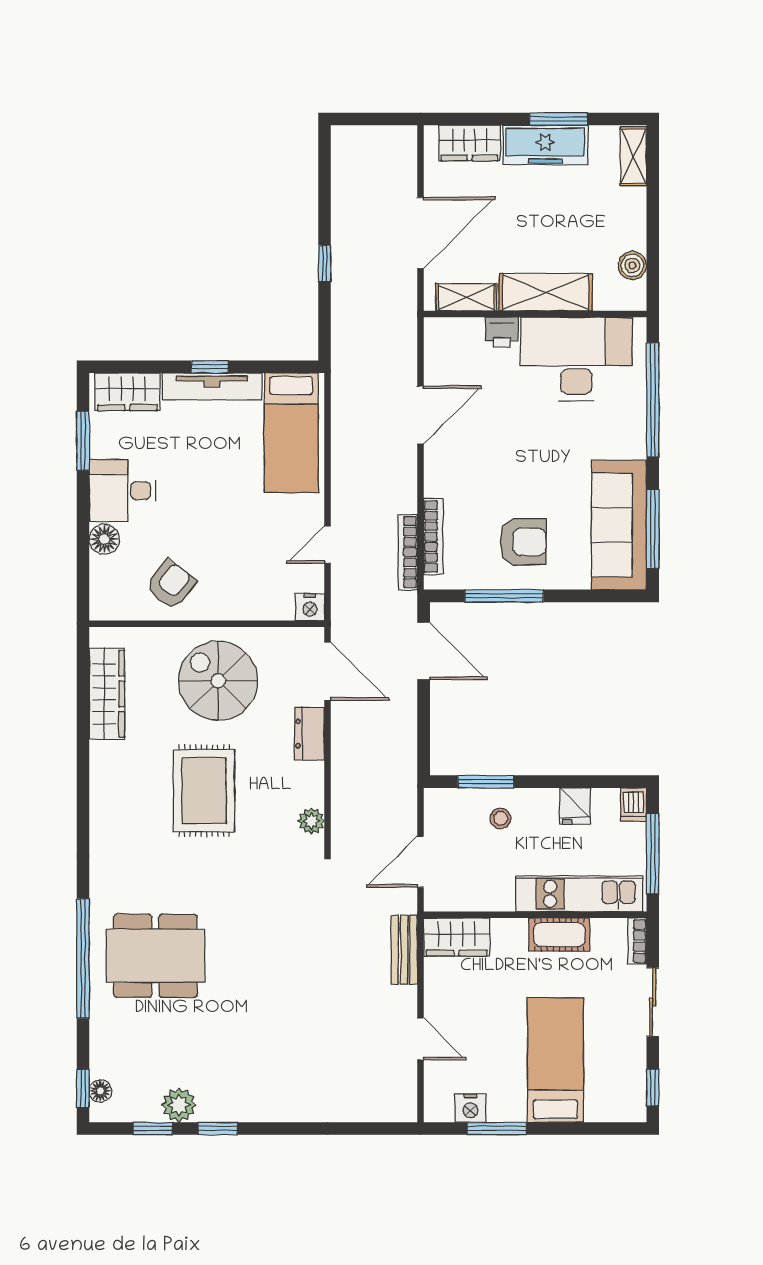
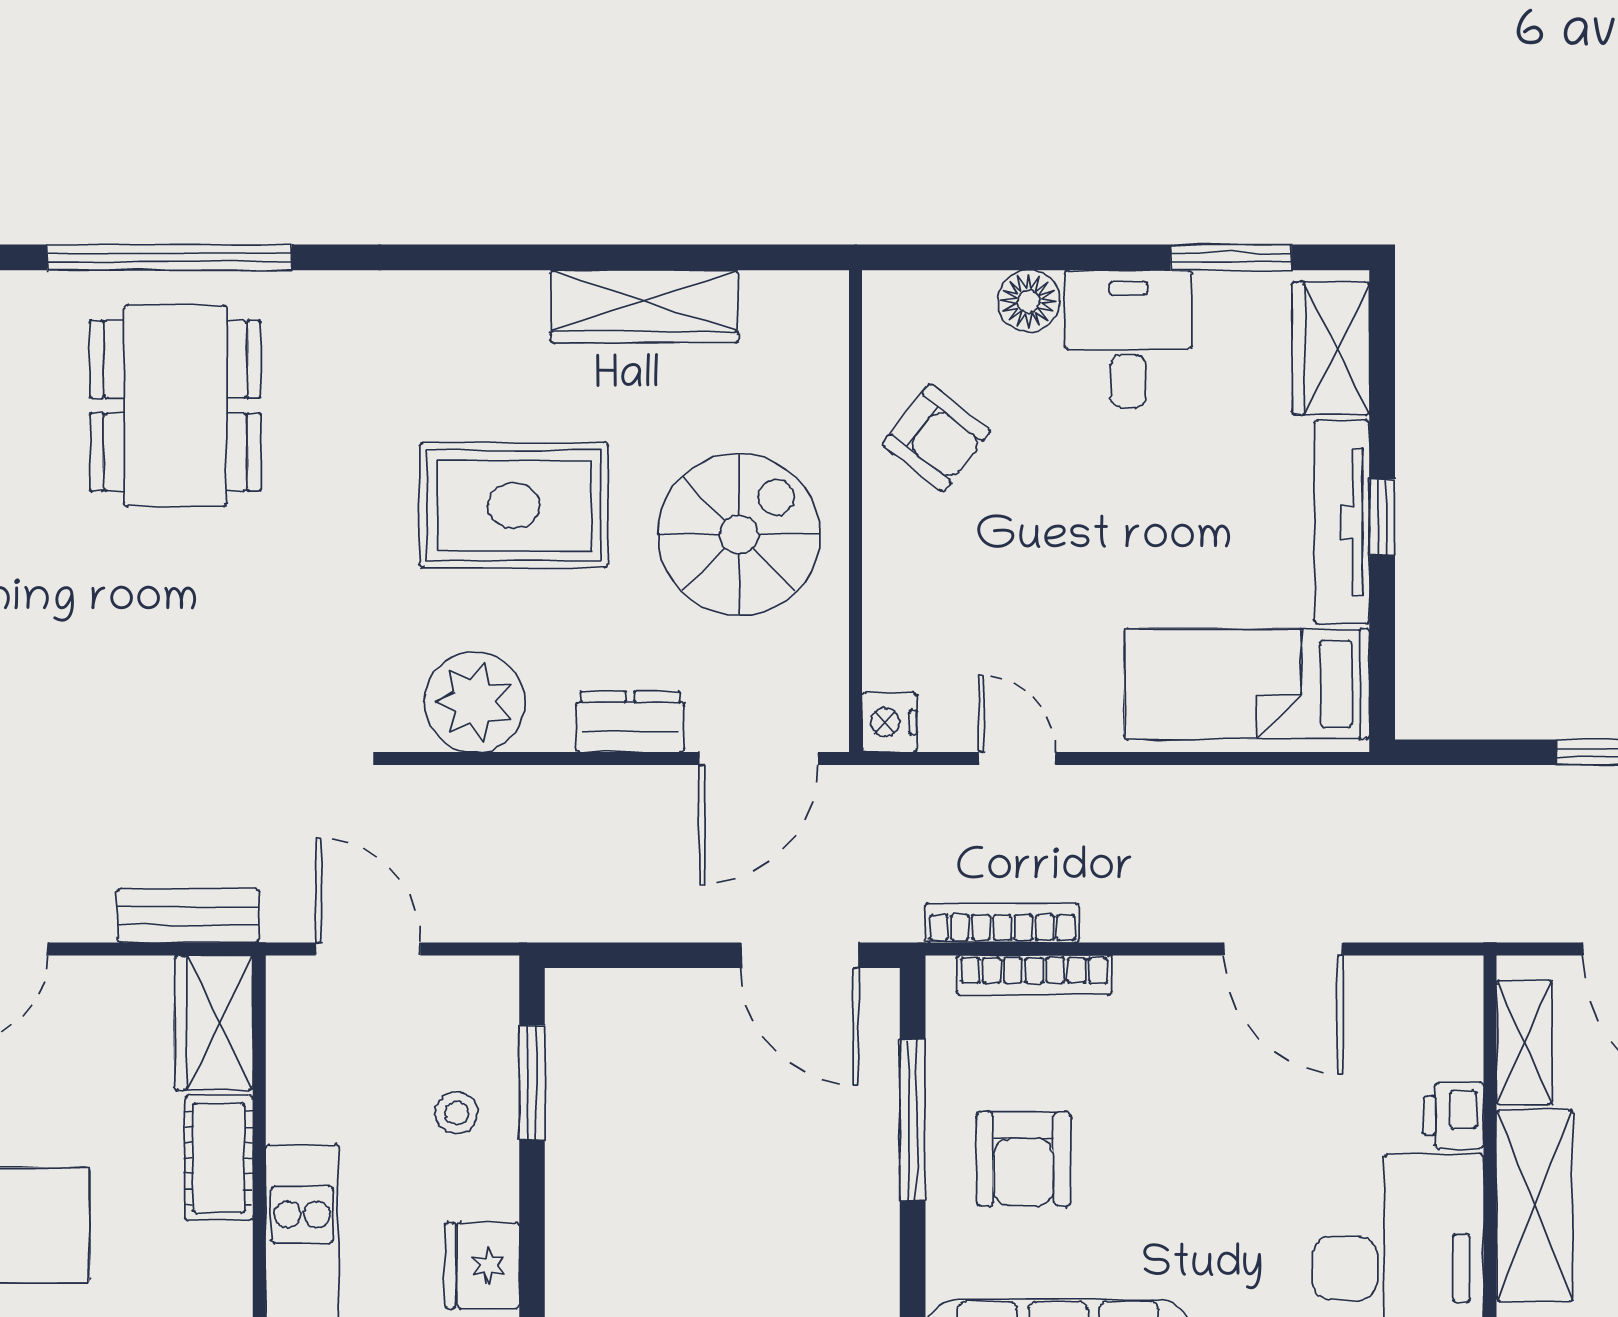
door: (424, 651) -> (800, 955), hinge flipped
wardrobe: (107, 694) -> (644, 306), moved
fridge: (575, 806) -> (482, 1266), width x1.38
plant: (311, 821) -> (475, 702), width x1.88, depth x1.88
cot: (559, 935) -> (219, 1158), moved

